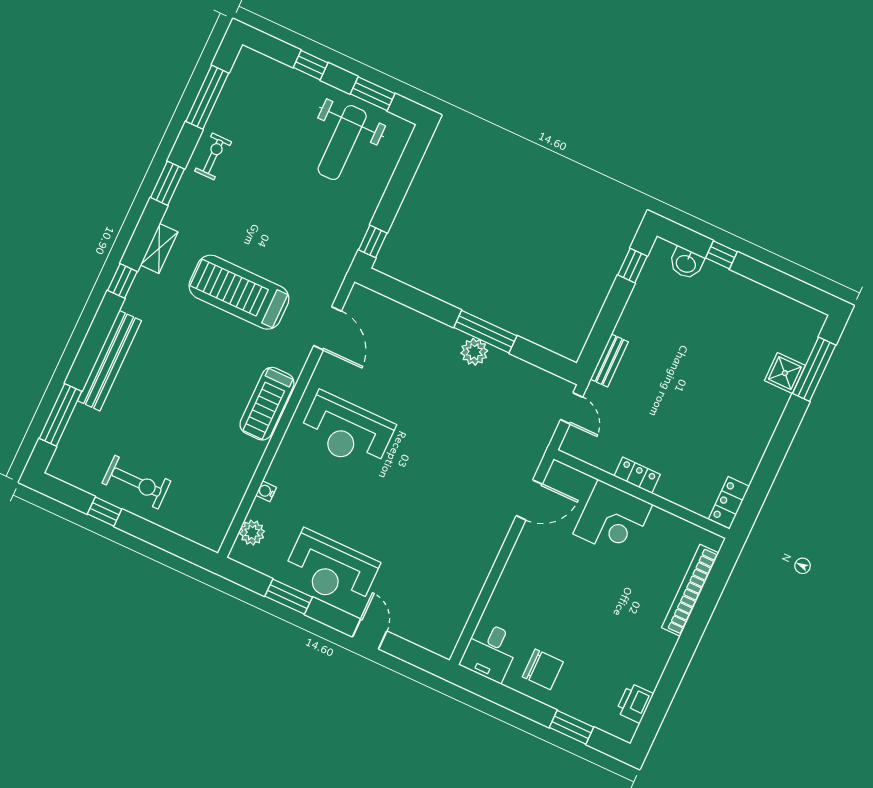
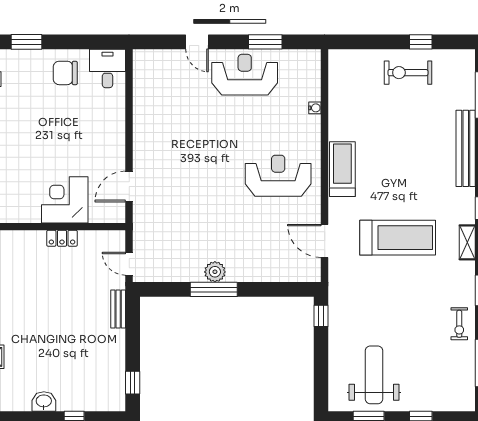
washbasin: (686, 263) -> (44, 401), moved
plant: (252, 533) -> (311, 75), removed

